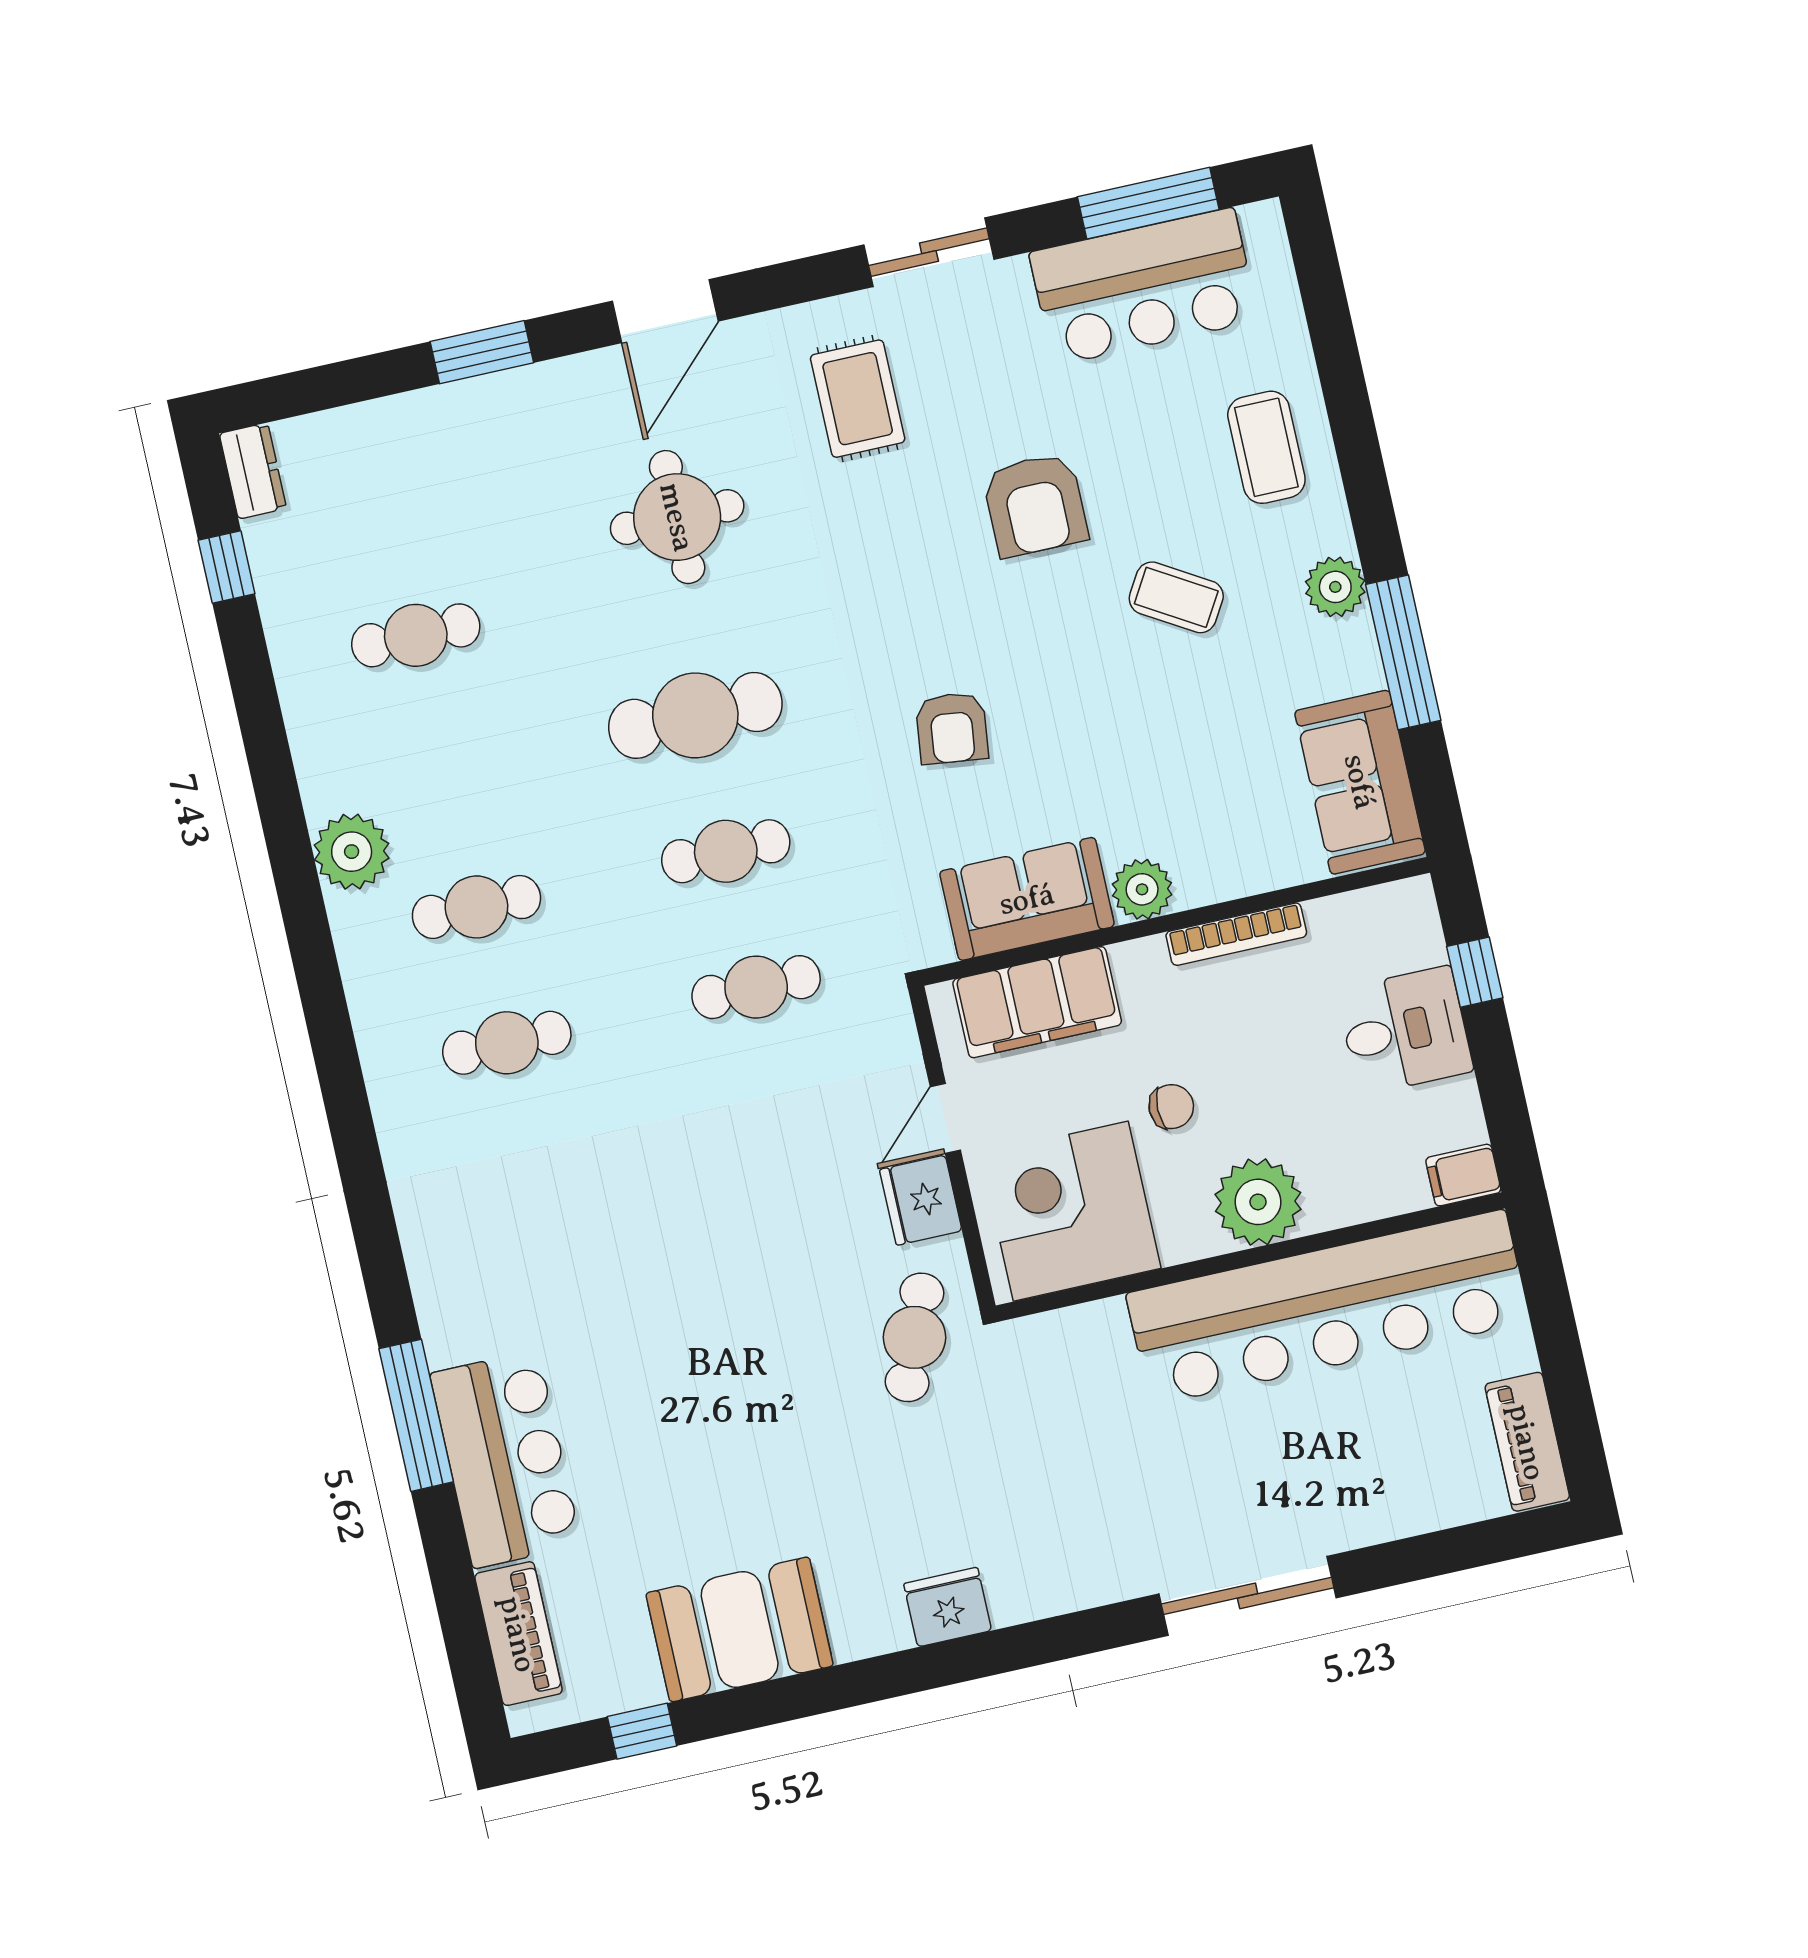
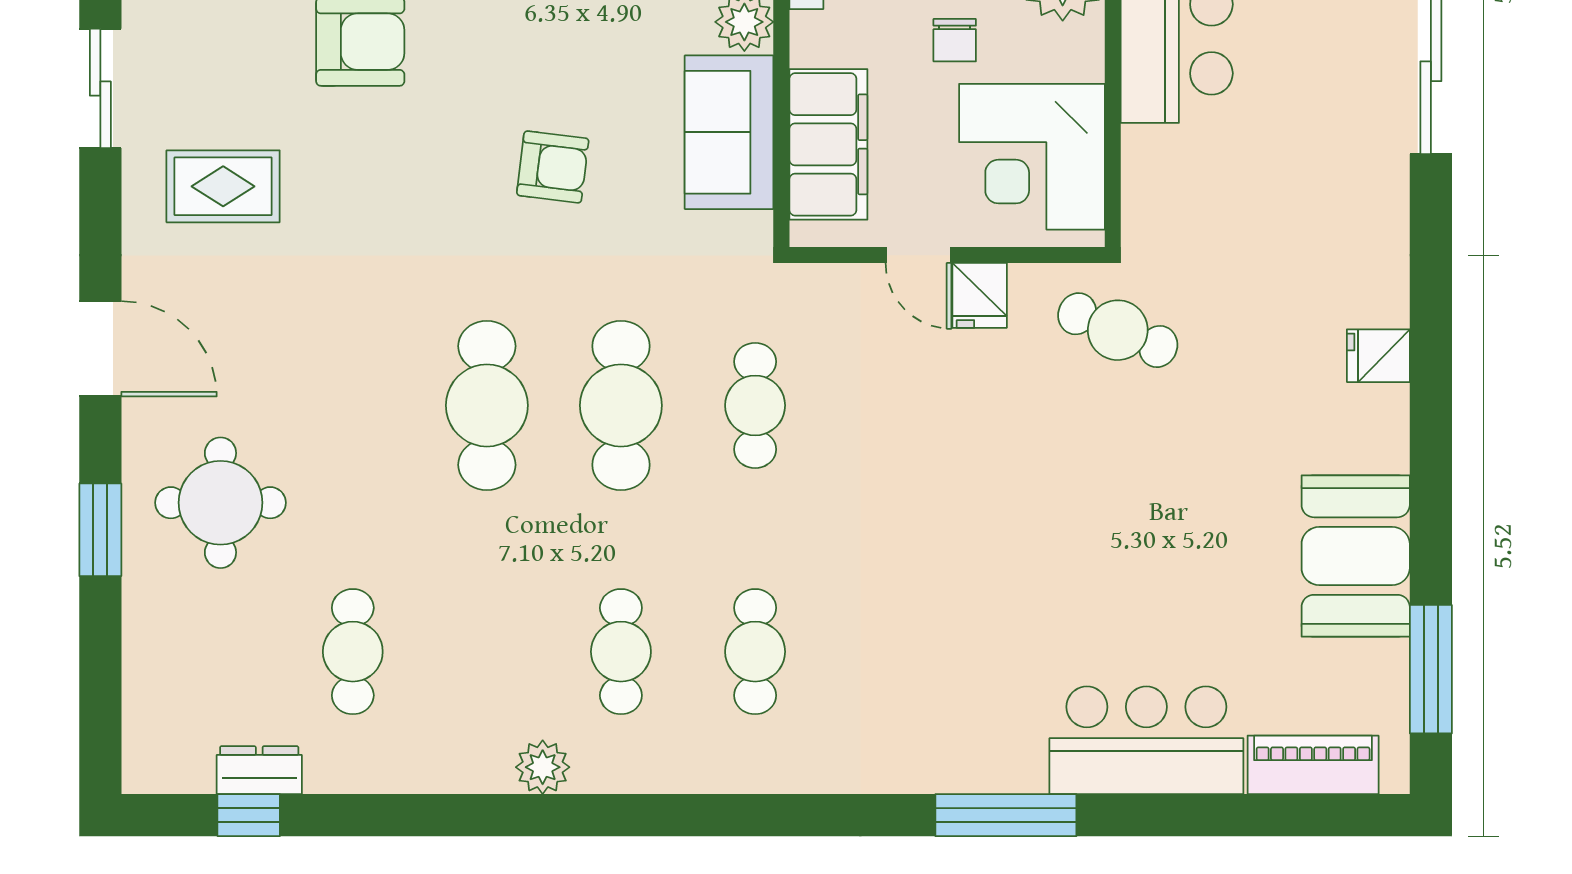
dresser: (253, 471) -> (259, 770), moved
round table: (677, 517) -> (220, 503), moved
cafe table: (726, 851) -> (621, 405), width x1.37, depth x1.35
plant: (352, 852) -> (543, 767), width x0.73, depth x0.73
chair: (1171, 1107) -> (955, 40), turned 180
fridge: (921, 1200) -> (980, 295), width x0.72
window: (416, 1415) -> (1006, 815), moved
fridge: (948, 1607) -> (1378, 356), width x0.72
window: (642, 1731) -> (1431, 669), width x2.17

